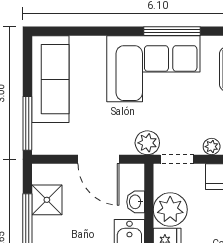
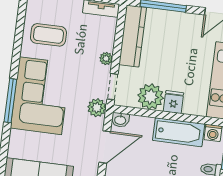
window: (172, 31) -> (10, 101), moved
washbasin: (136, 202) -> (120, 120), moved

